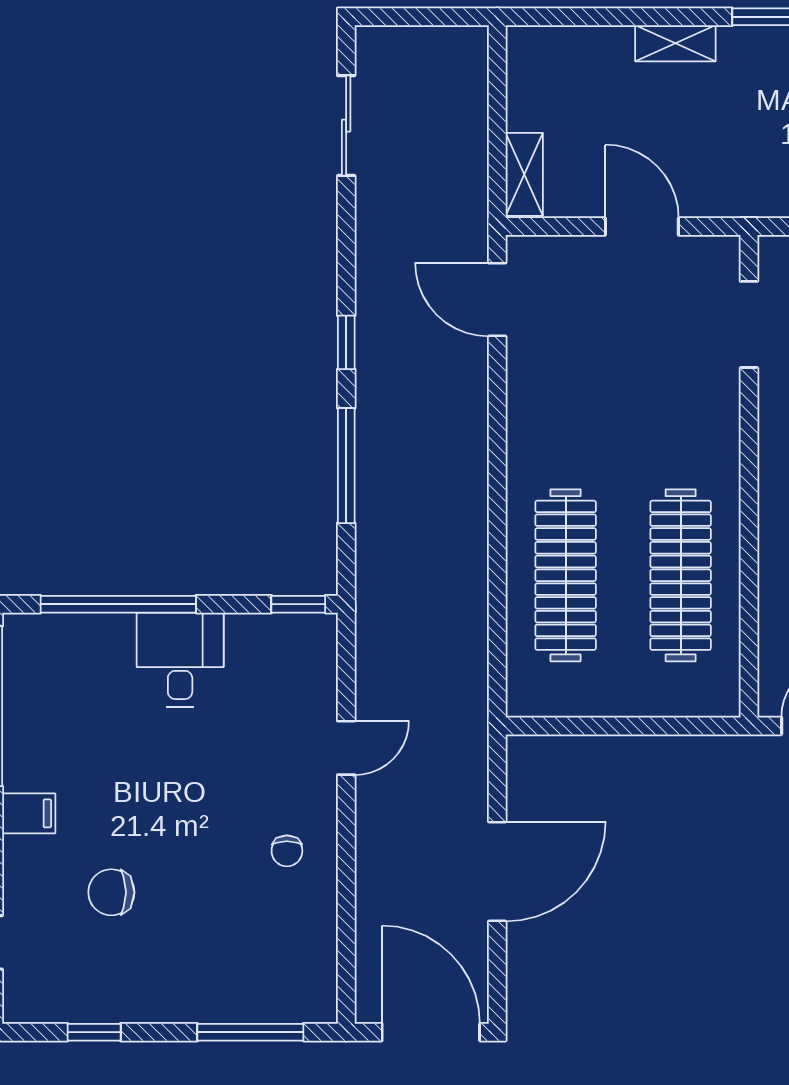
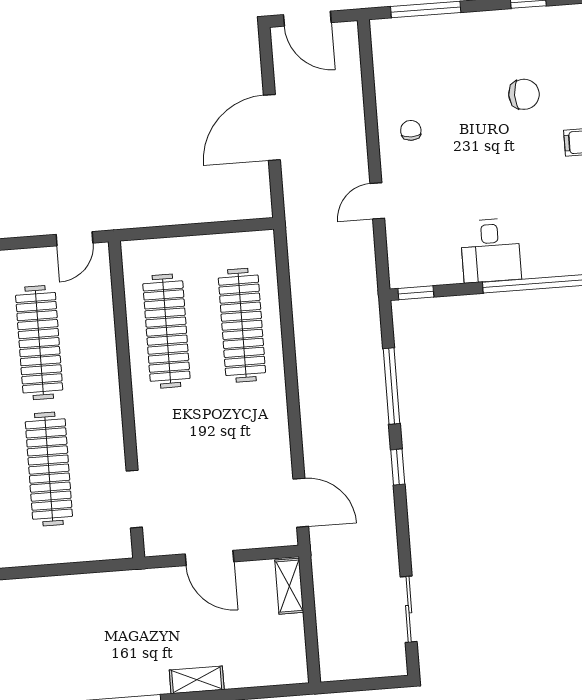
door: (431, 1032) -> (307, 19), width x0.73

